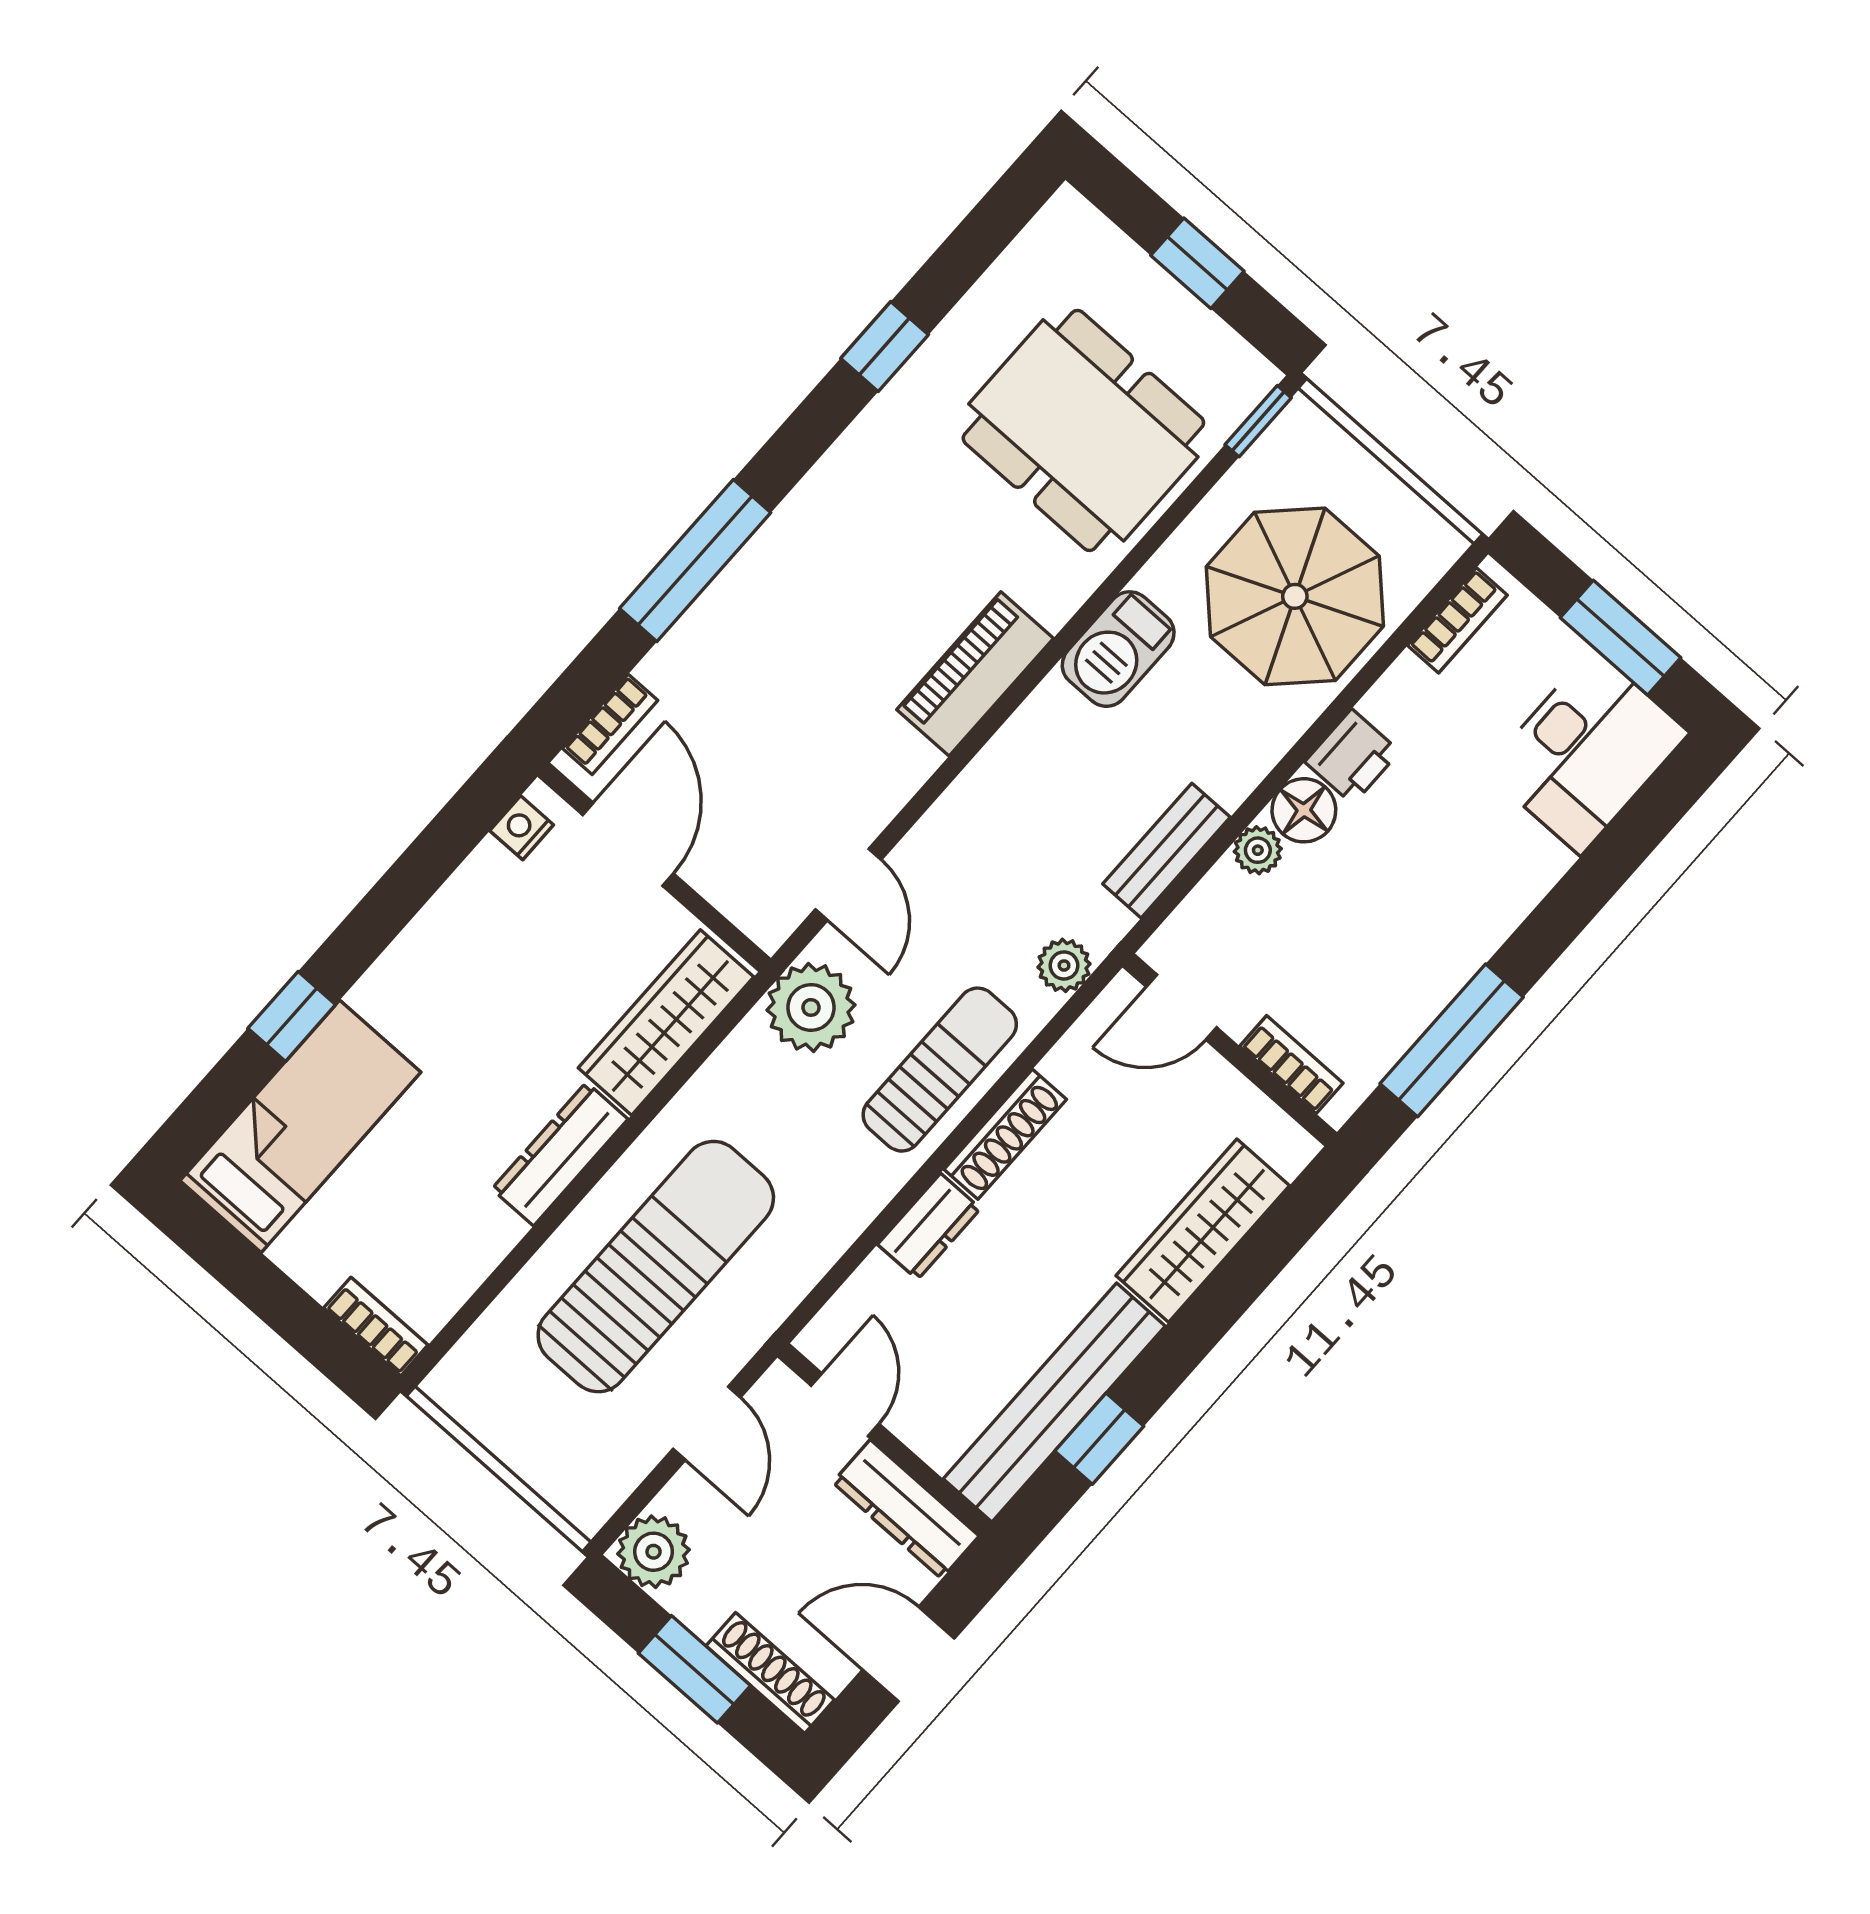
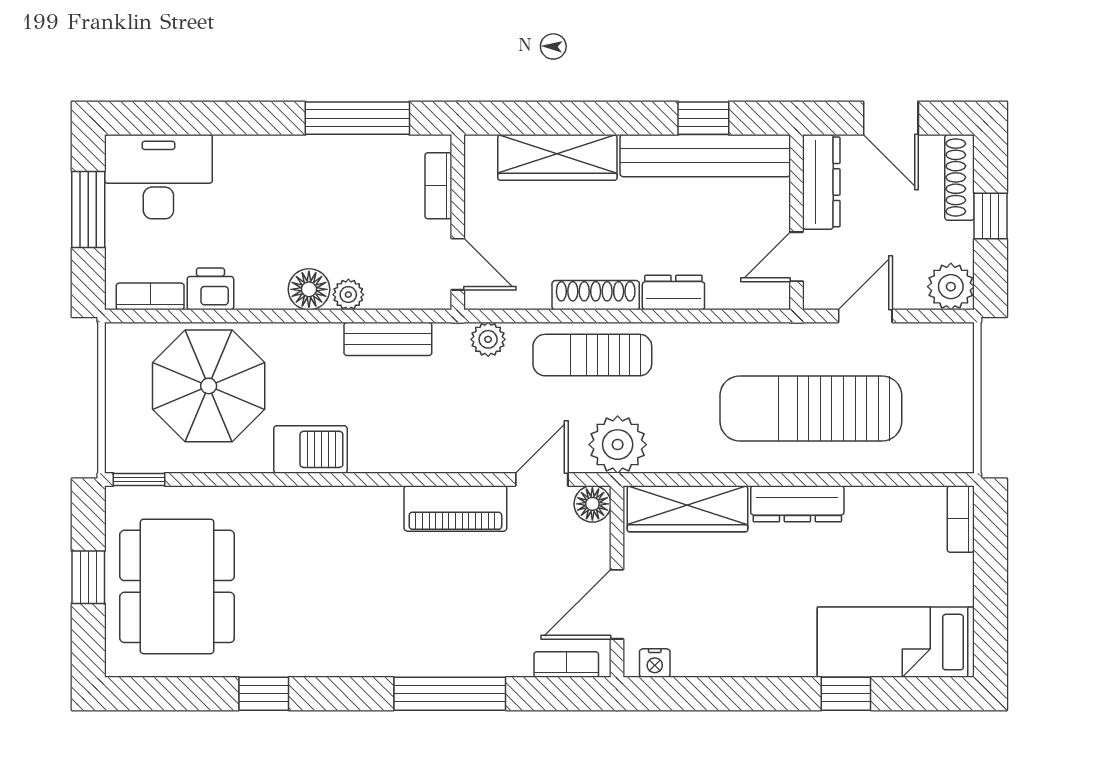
dining table: (1083, 430) -> (177, 586), moved
piano: (975, 674) -> (455, 508), moved
printer: (1352, 757) -> (210, 289), moved
floor lamp: (768, 918) -> (592, 504), added
window: (694, 1669) -> (990, 216), width x0.67

